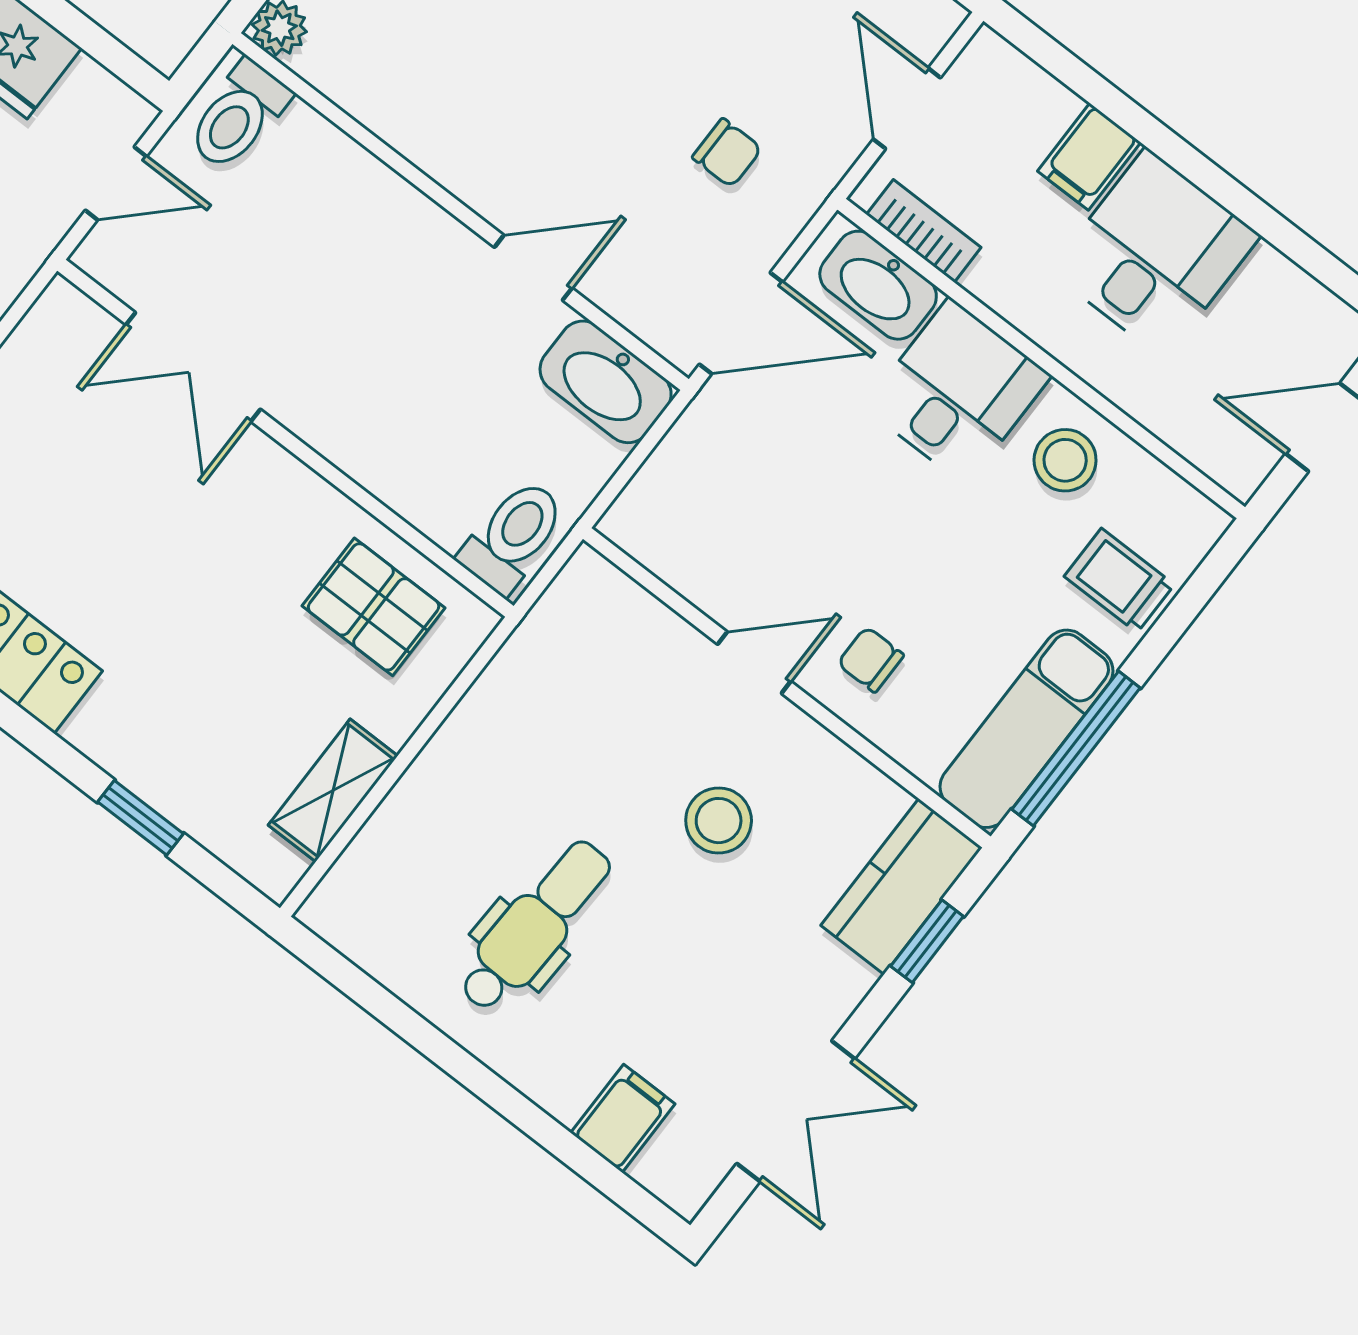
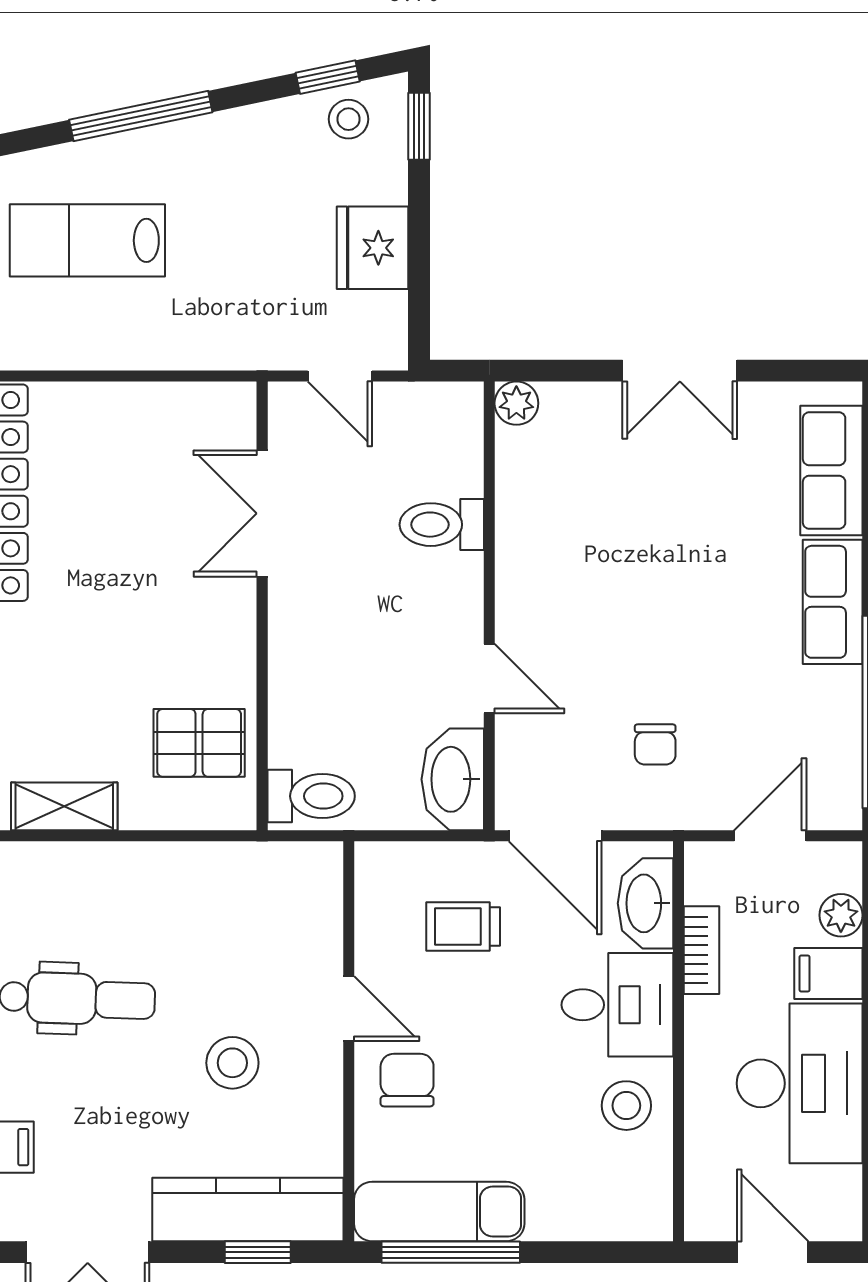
plant: (1041, 99) -> (841, 915), added
toilet: (238, 116) -> (442, 525), moved
bookcase: (924, 231) -> (702, 950), moved
desk: (1155, 253) -> (800, 1083), width x1.37
trolley: (1119, 580) -> (463, 927), moved, turned -90
pallet: (374, 607) -> (199, 743), turned 90
chair: (871, 659) -> (407, 1080), width x1.37, depth x1.37
kitchen counter: (901, 887) -> (248, 1209), width x1.50

